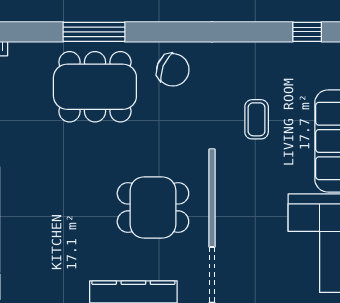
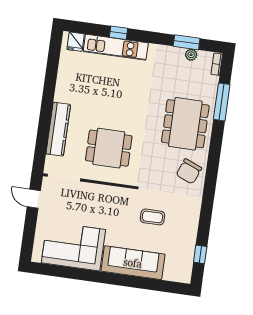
window: (94, 32) -> (222, 102), moved
dining table: (153, 207) -> (109, 148), turned 90

